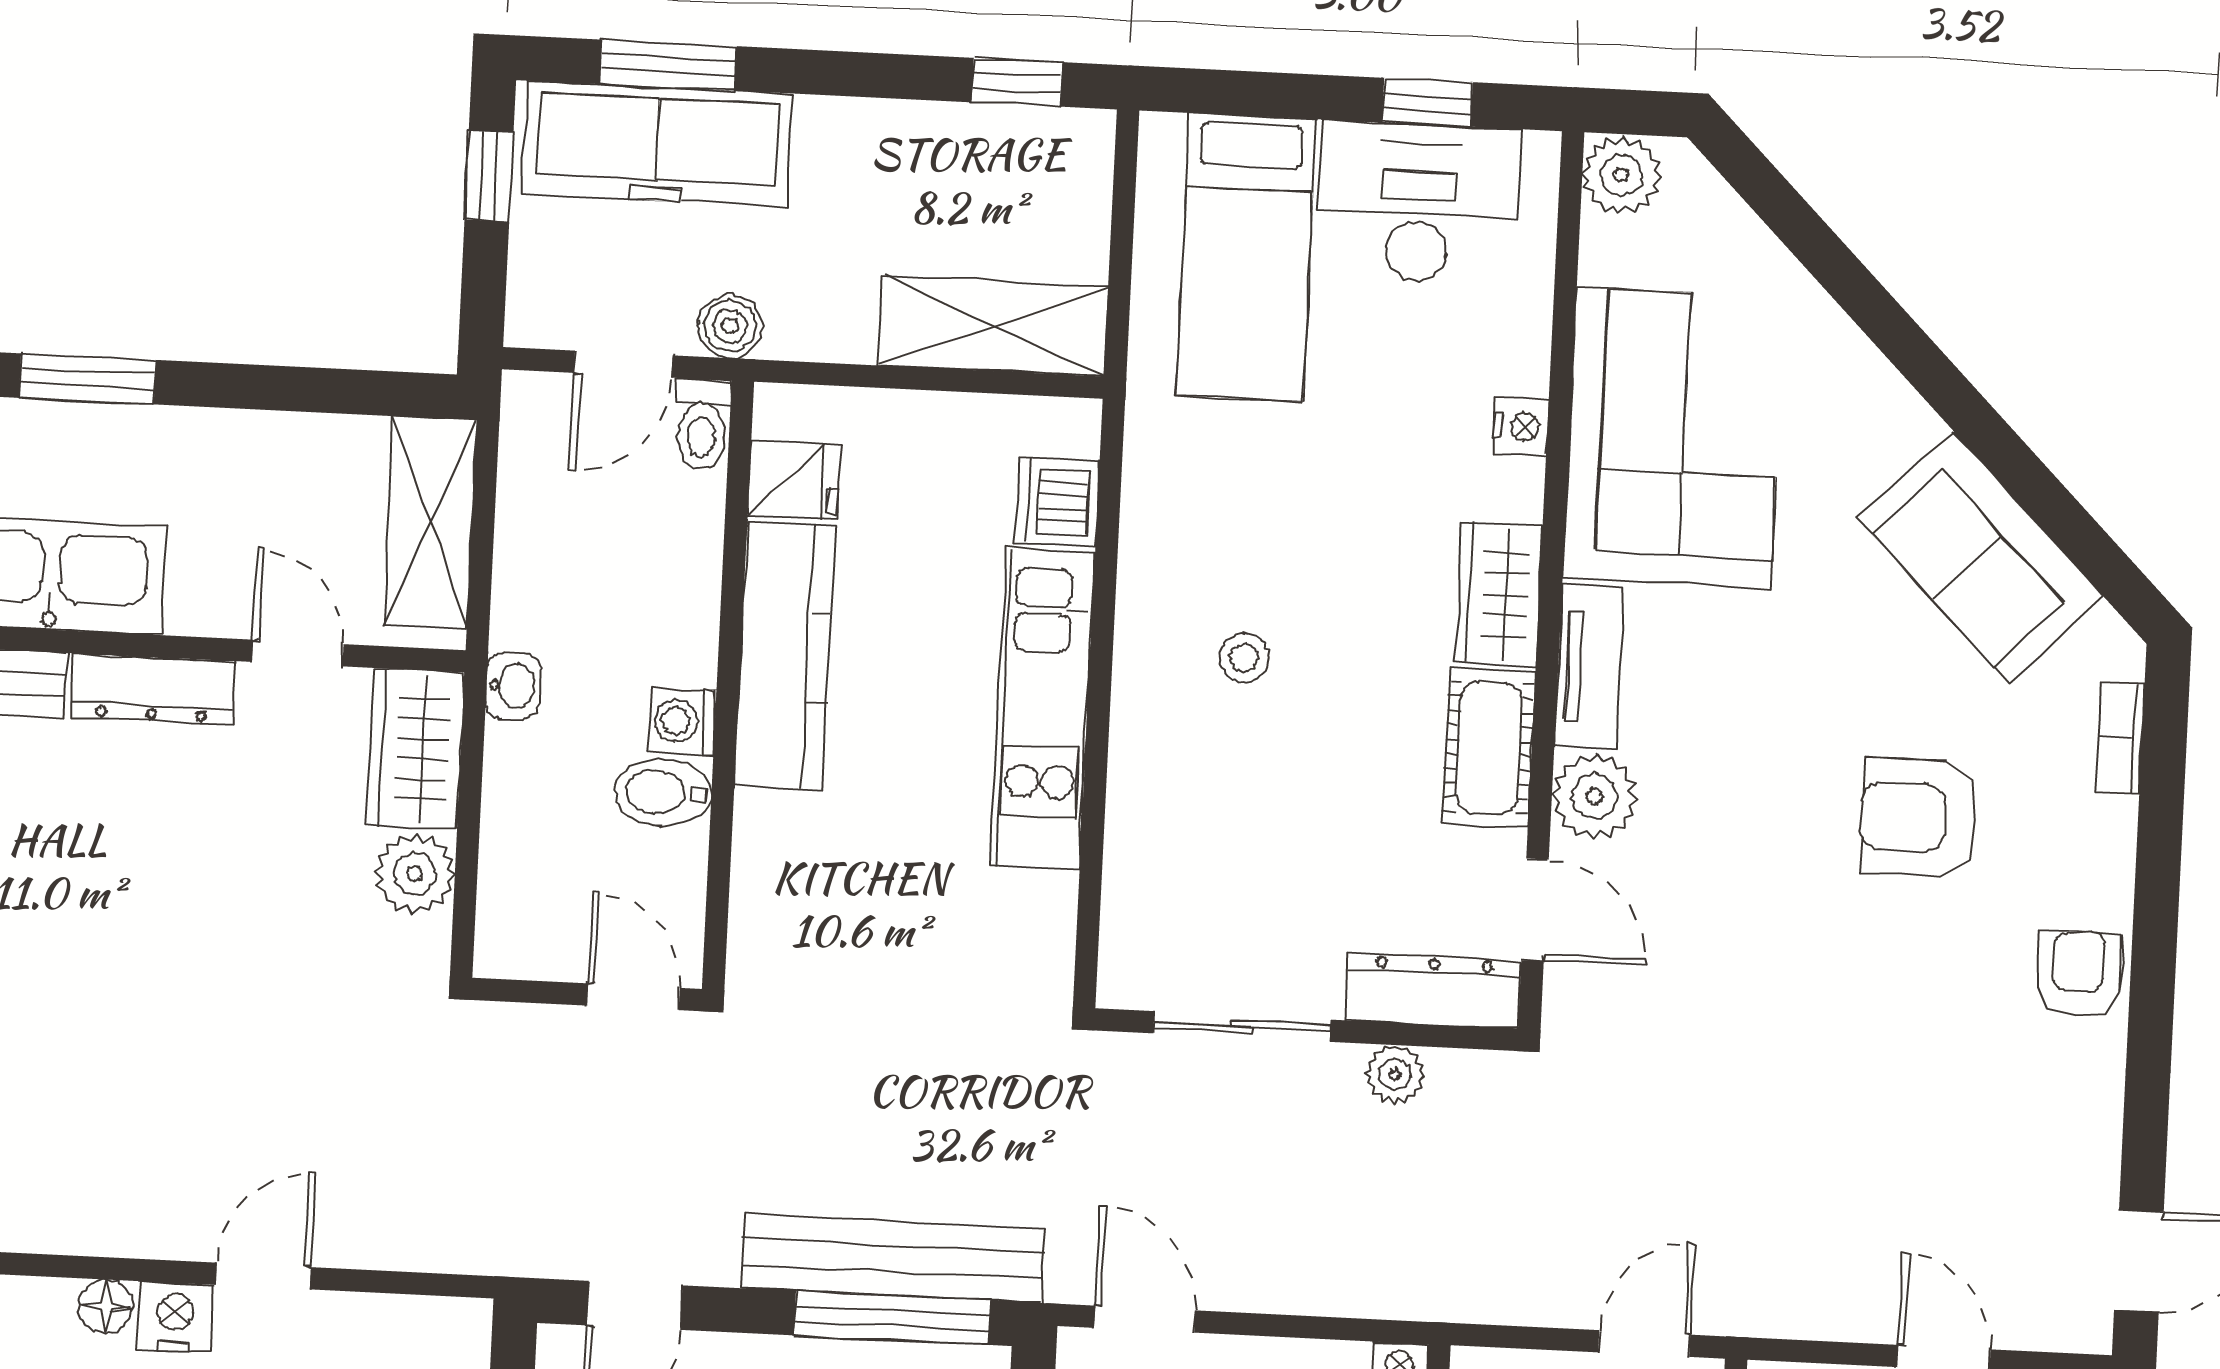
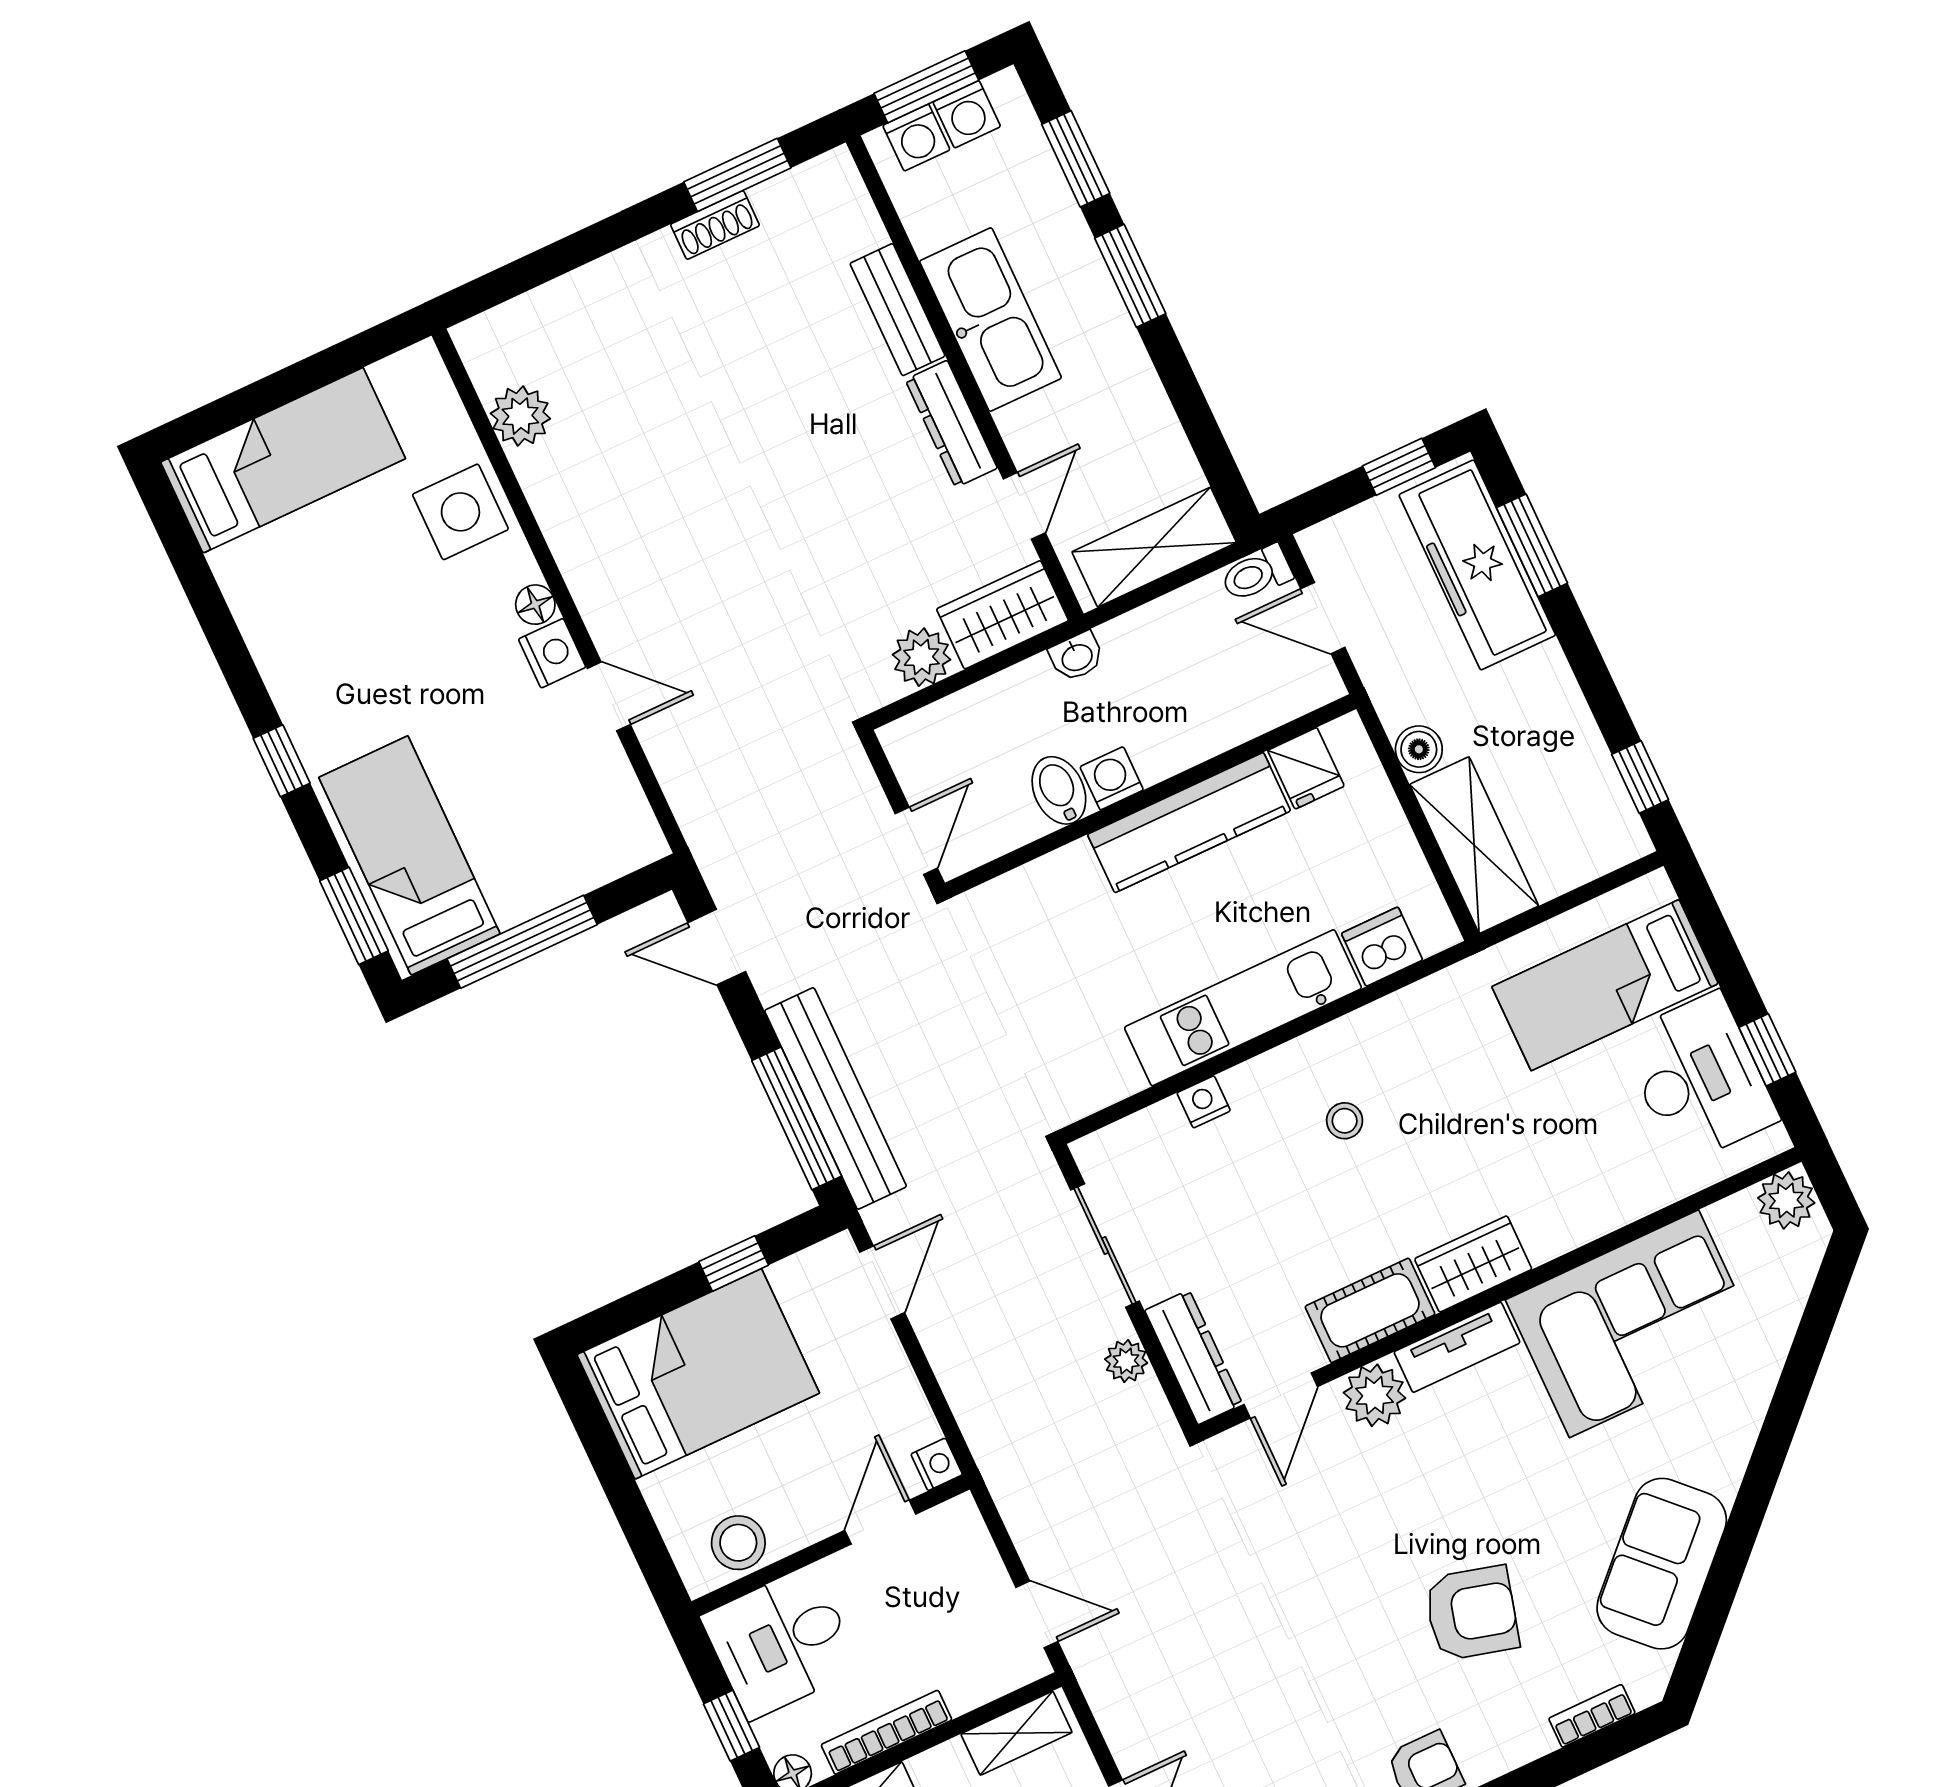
boiler: (730, 326) -> (1419, 749), moved
toilet: (702, 424) -> (1257, 574), moved
nightstand: (1521, 427) -> (1204, 1102), moved, turned 180
armchair: (1919, 818) -> (1472, 1613), turned 105

